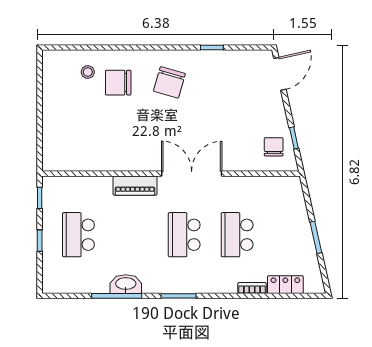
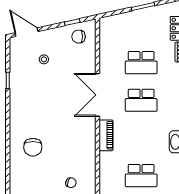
stool: (88, 72) -> (44, 59), moved
chair: (169, 82) -> (71, 183), moved, width x0.54, depth x0.54

